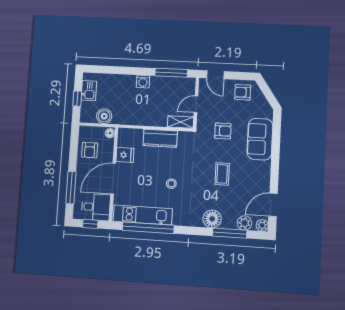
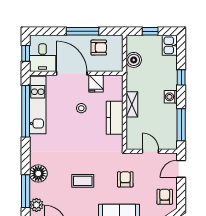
window: (124, 70) -> (181, 77), added
kitchen sink: (89, 91) -> (170, 45), moved, turned 90
shelving: (180, 122) -> (132, 104), moved
armchair: (223, 131) -> (125, 179), turned 180
floor lamp: (110, 133) -> (117, 67), removed
armchair: (90, 150) -> (99, 48), turned 180
stool: (171, 184) -> (81, 108), moved
window: (71, 188) -> (83, 31), moved

